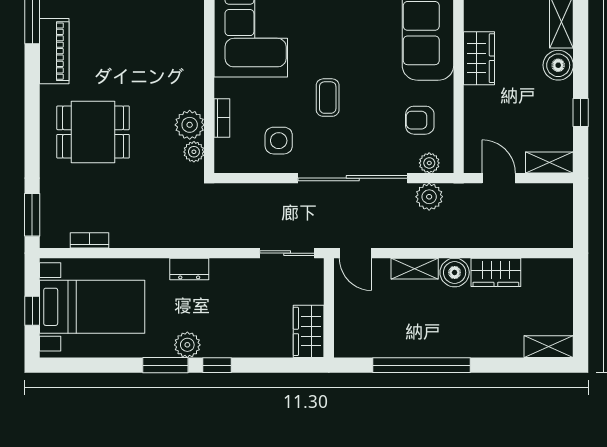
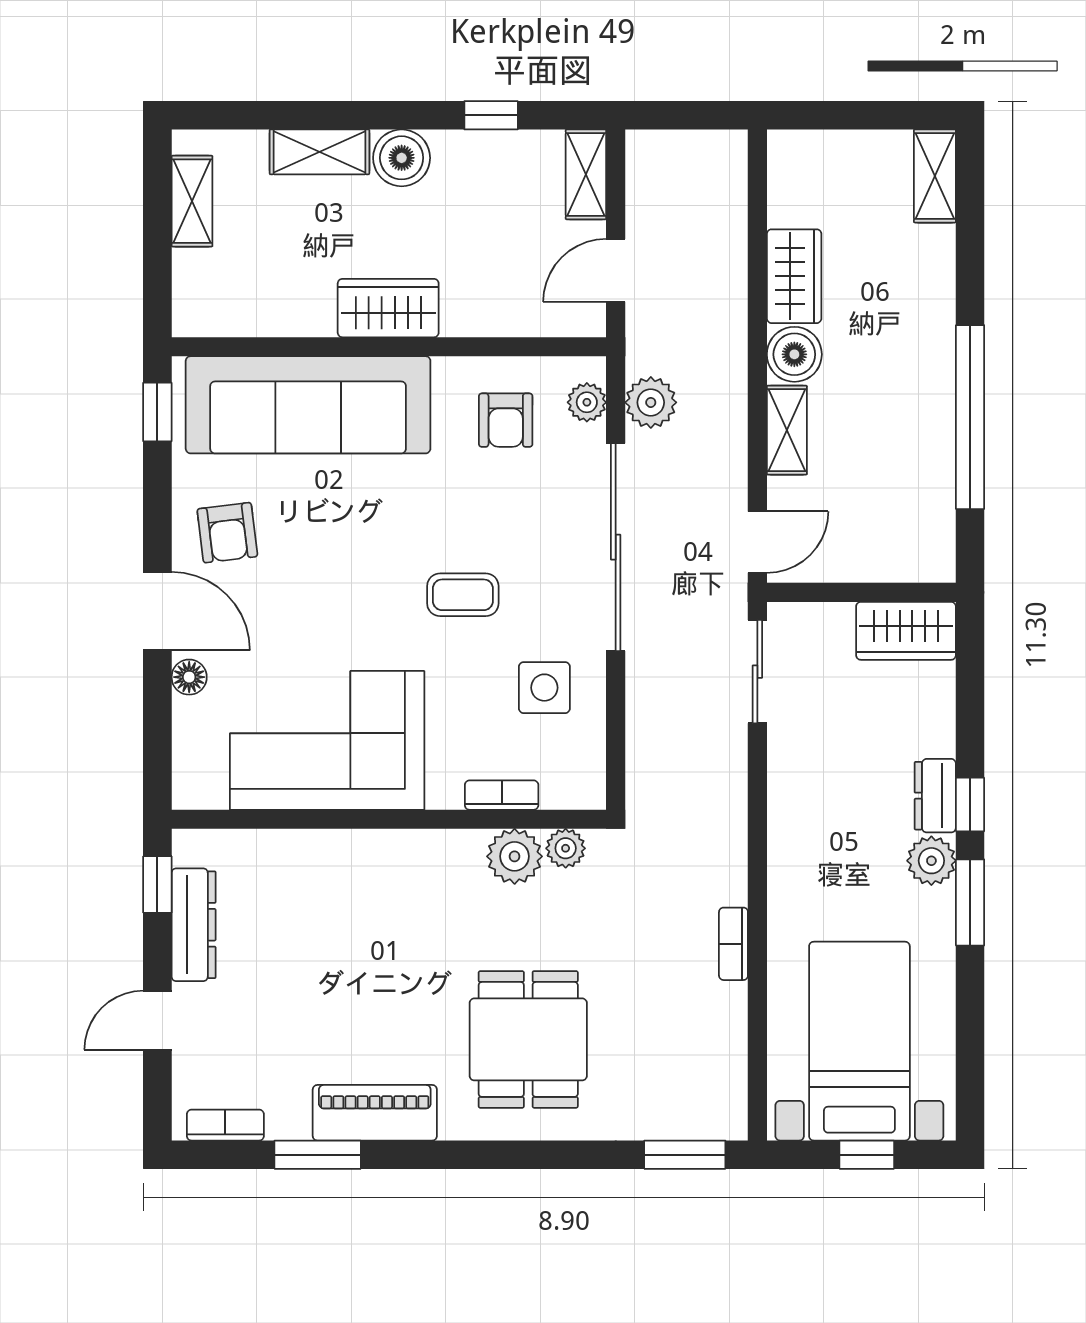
bookcase: (89, 240) -> (733, 944), moved
dresser: (189, 269) -> (935, 796), moved, turned 180

